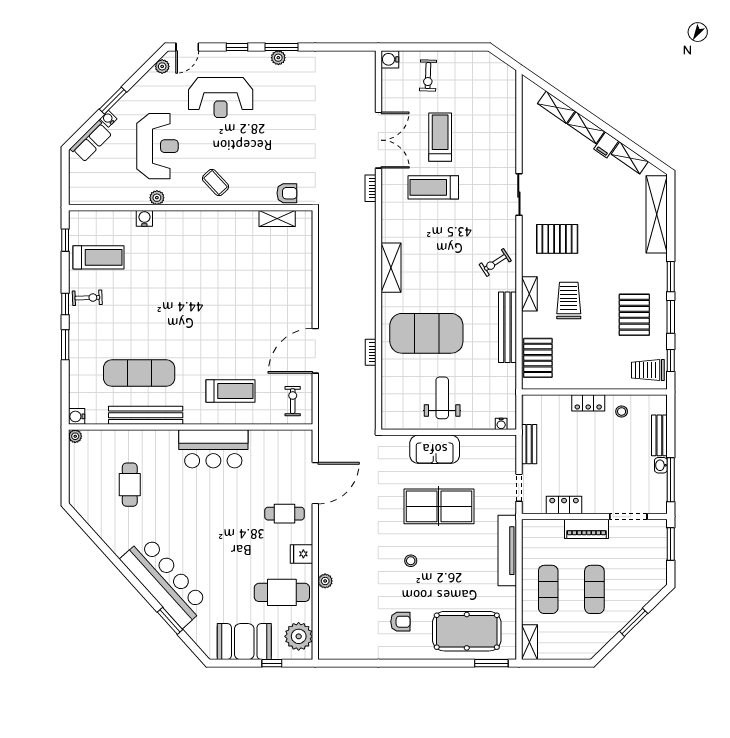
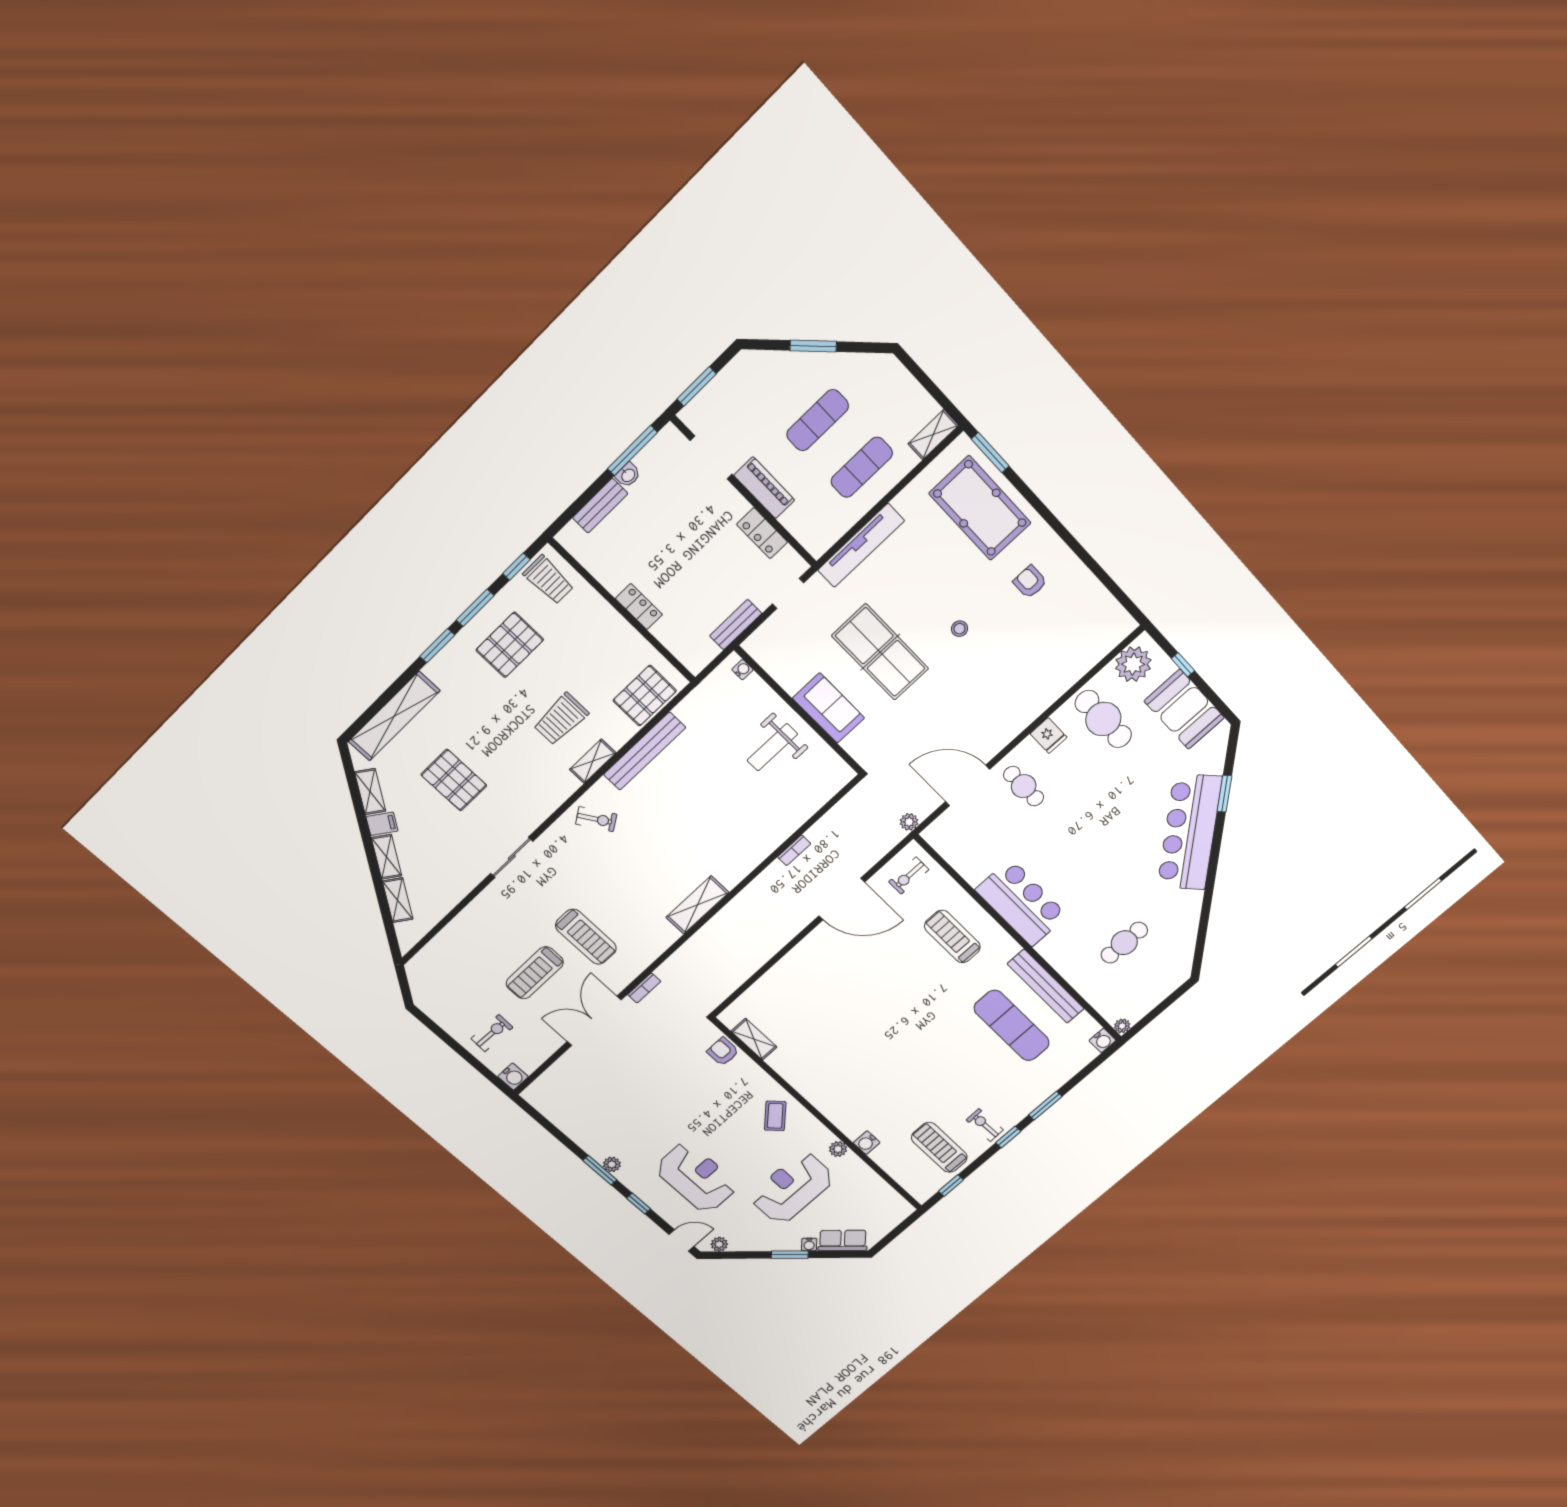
pallet: (557, 239) -> (454, 780), moved
exercise mat: (426, 333) -> (726, 818), removed
stool: (622, 412) -> (615, 566), removed
plant: (325, 581) -> (909, 822), moved

